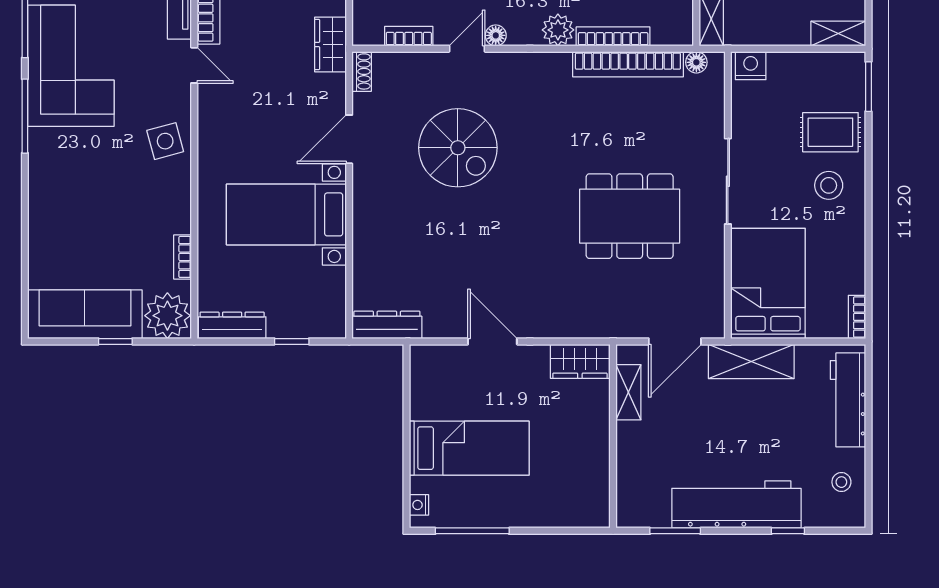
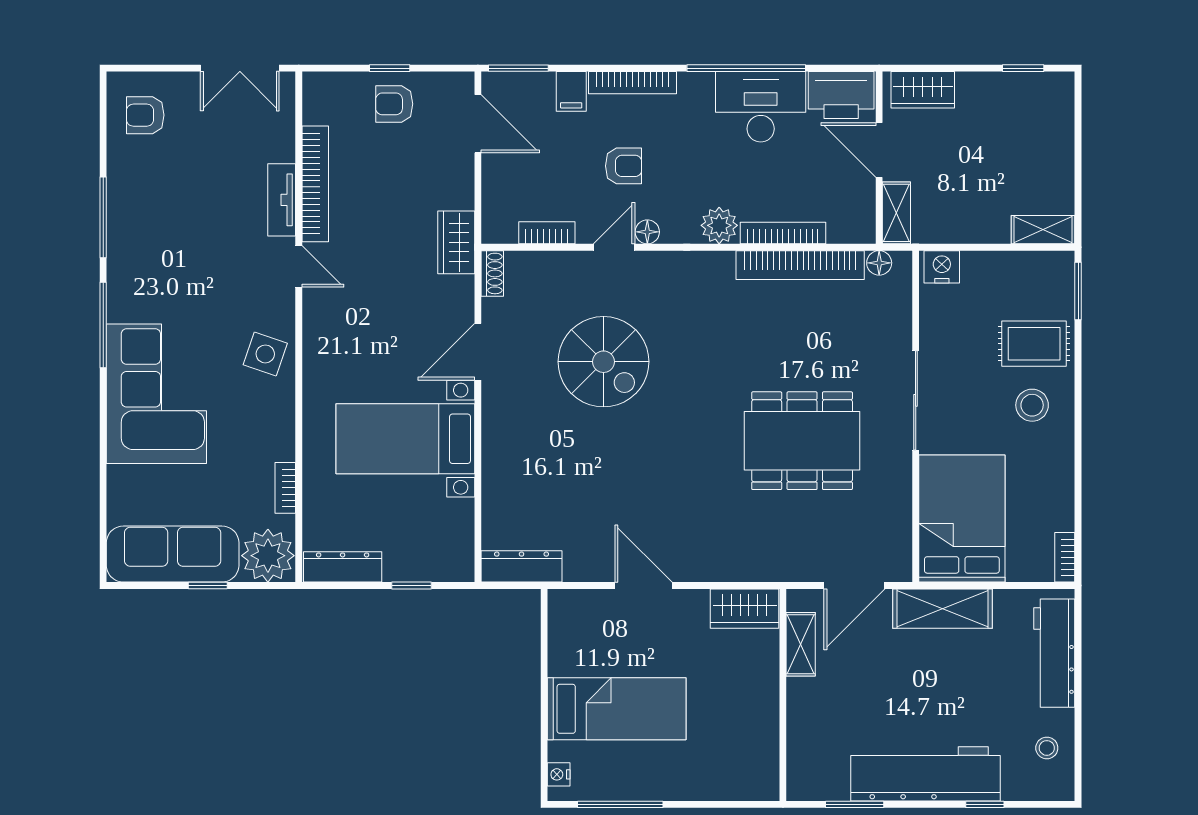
corner sofa: (71, 66) -> (156, 394), moved
side table: (165, 141) -> (265, 354), turned 34

